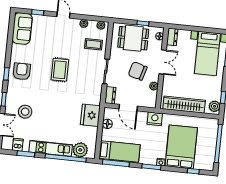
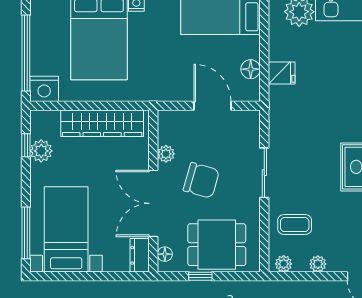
double door: (163, 62) -> (153, 203), width x1.37
dresser: (110, 95) -> (251, 127), removed
plant: (215, 106) -> (41, 151), moved
fridge: (90, 115) -> (282, 73), width x0.53, depth x0.75
nightstand: (155, 119) -> (44, 89), moved

